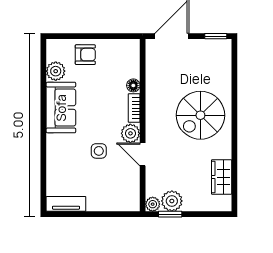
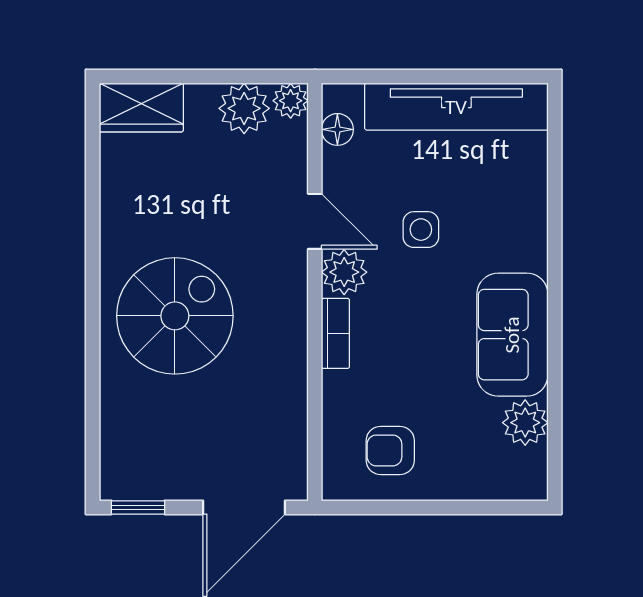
armchair: (85, 55) -> (390, 450), moved
floor lamp: (133, 85) -> (337, 129), moved
wardrobe: (222, 177) -> (141, 108), moved, turned 90
tv unit: (66, 204) -> (456, 107), width x1.92, depth x1.29
window: (170, 214) -> (248, 76), removed

